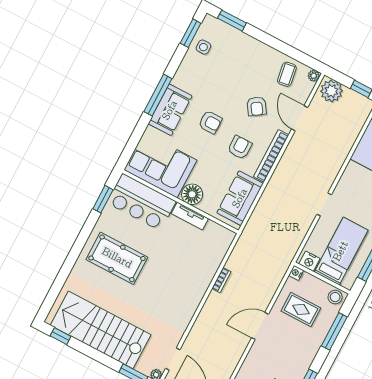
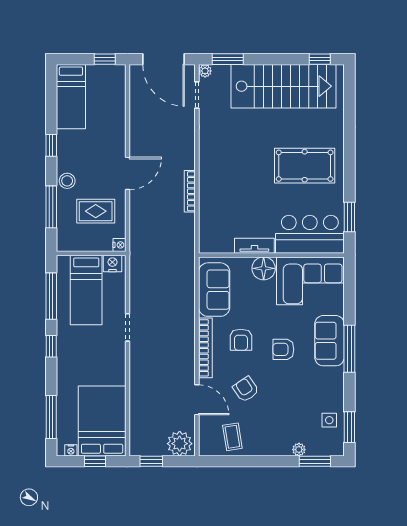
plant: (314, 76) -> (299, 450), moved
bookcase: (221, 280) -> (190, 191), width x1.56
stool: (335, 297) -> (67, 181), moved

